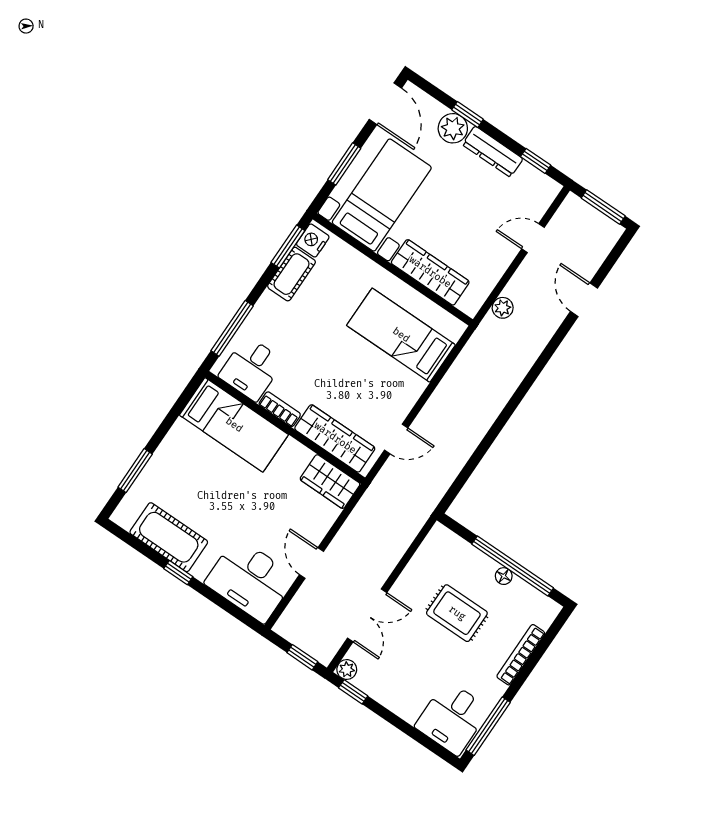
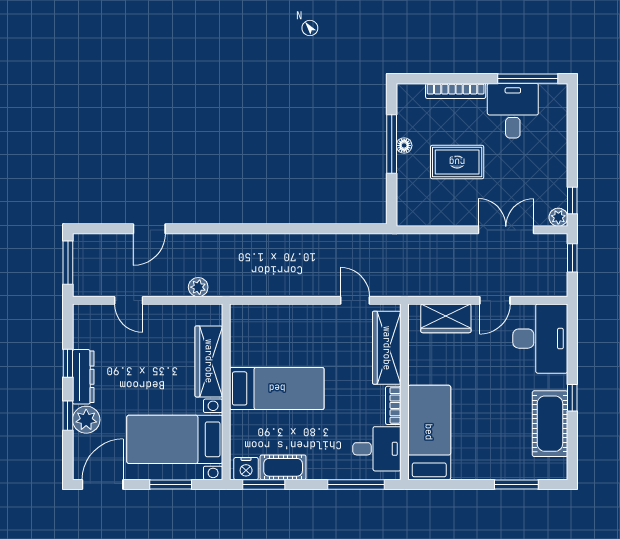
window: (536, 161) -> (68, 363), moved
bed: (401, 335) -> (277, 388), moved, turned -90
wardrobe: (330, 482) -> (446, 318), moved, turned 90
window: (513, 566) -> (392, 144), width x0.68
rug: (457, 613) -> (457, 162), turned 90
desk: (452, 718) -> (513, 111), moved, turned -90

